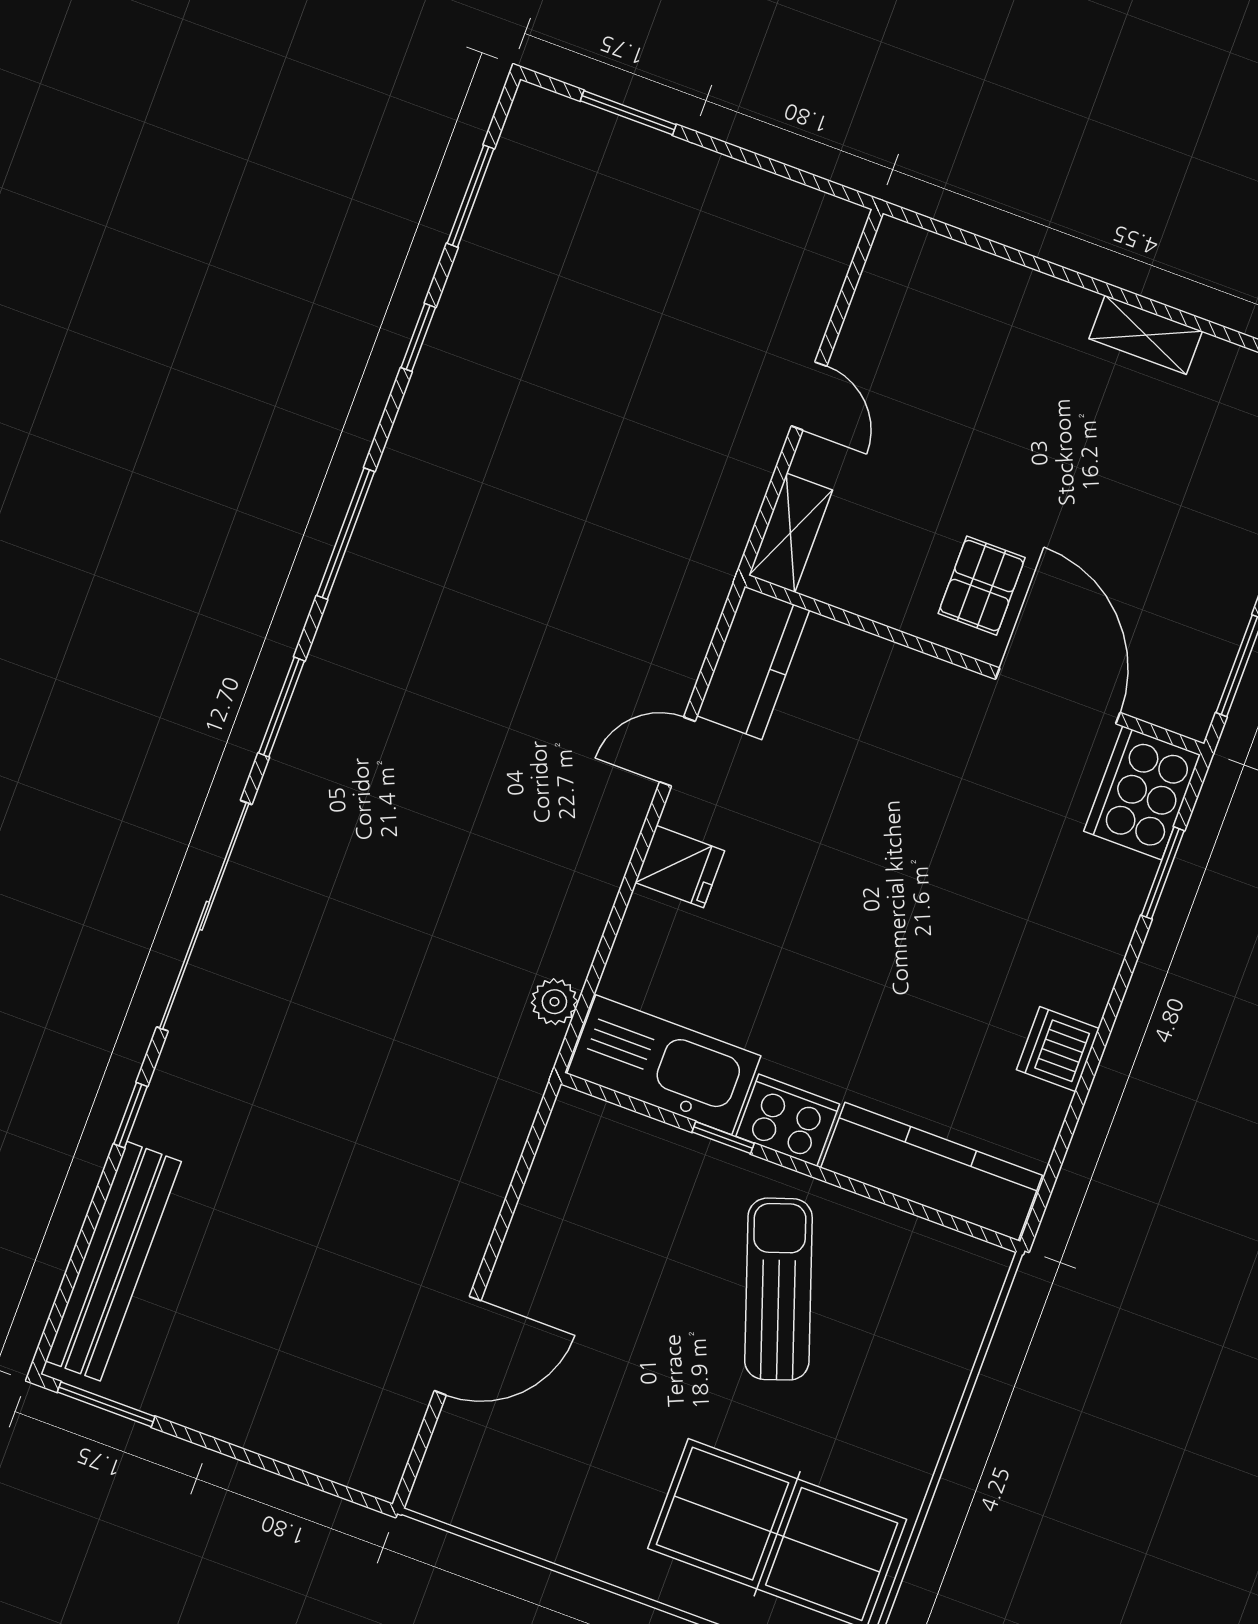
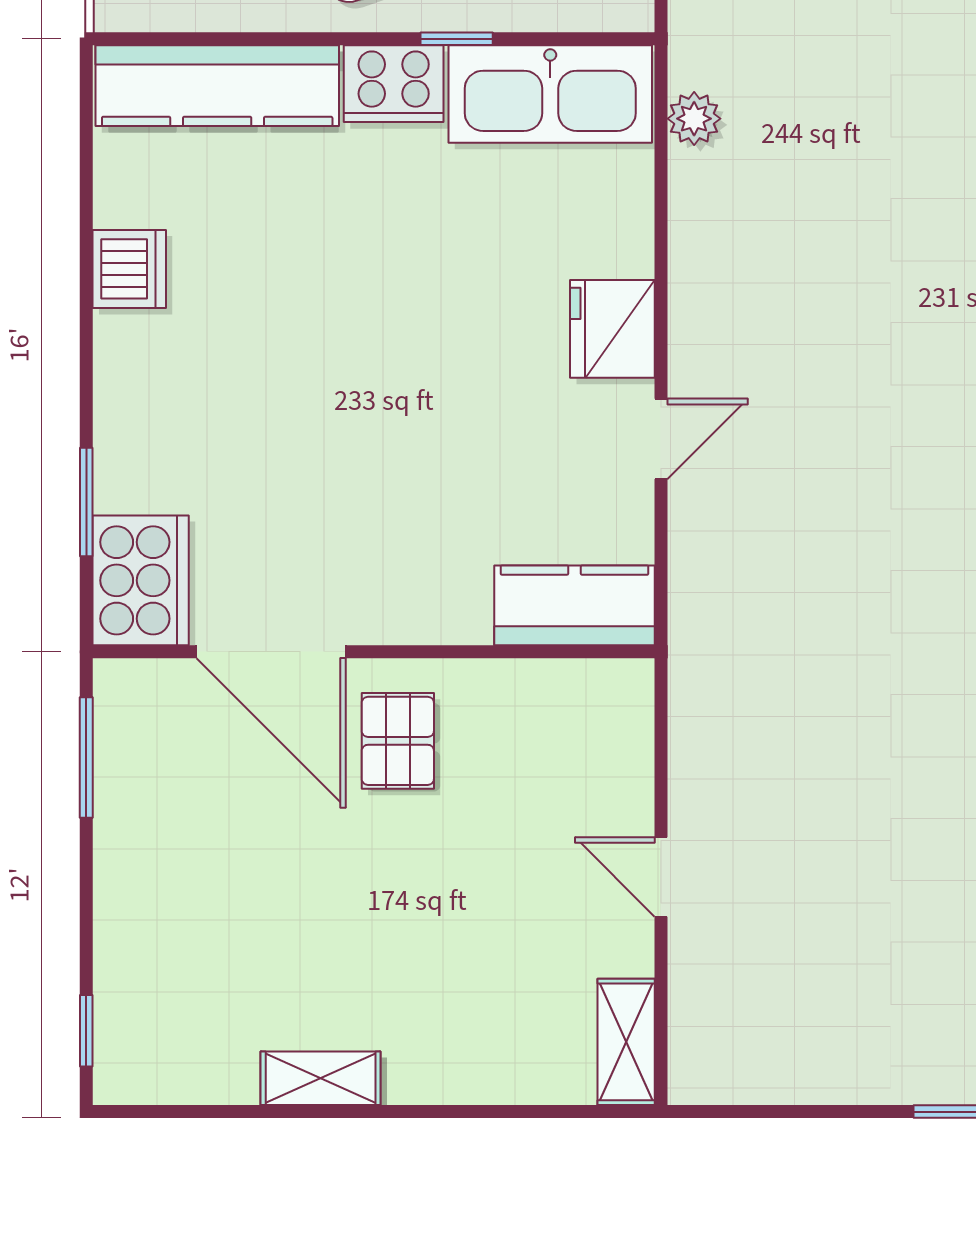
shelving: (791, 533) -> (626, 1042), moved
kitchen counter: (753, 663) -> (575, 605), moved, turned 90
fridge: (680, 867) -> (612, 329), width x1.38

